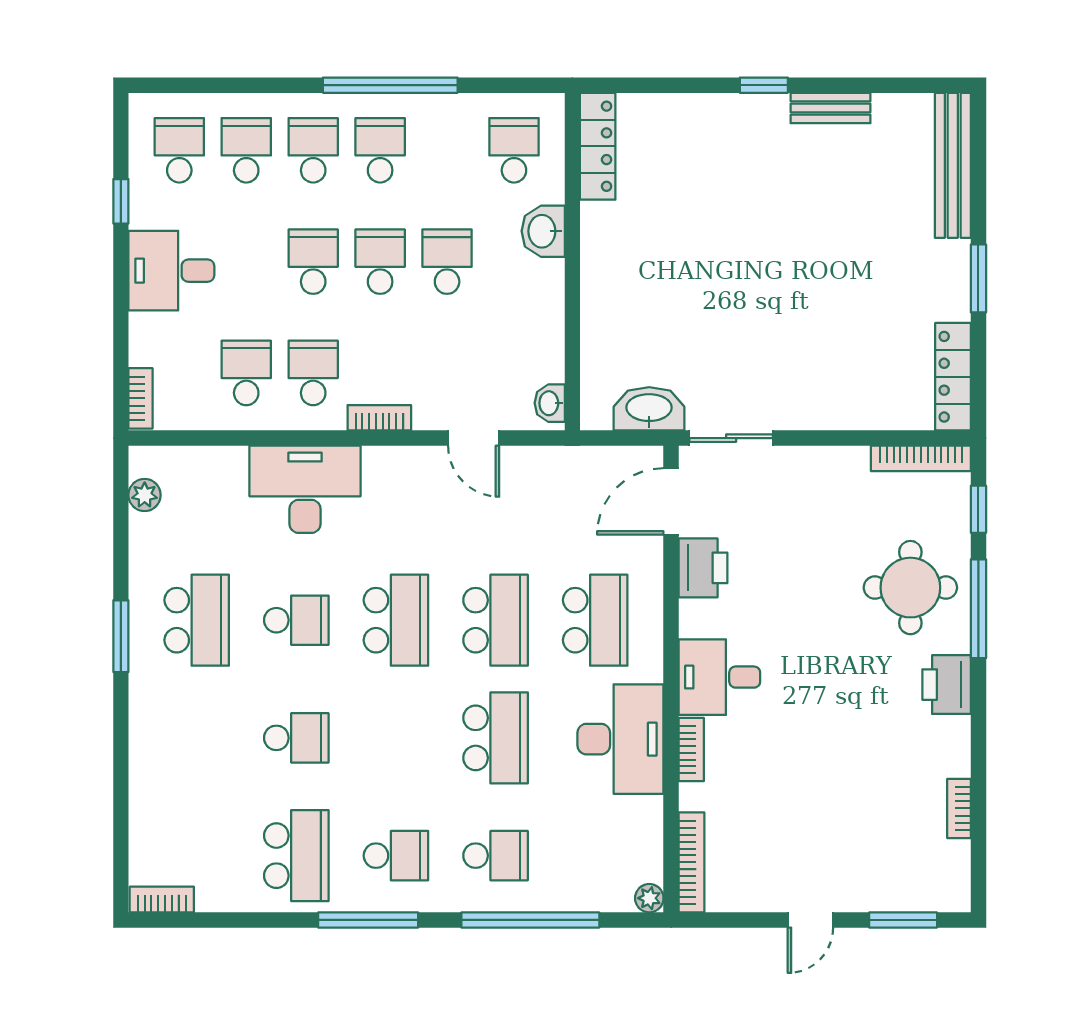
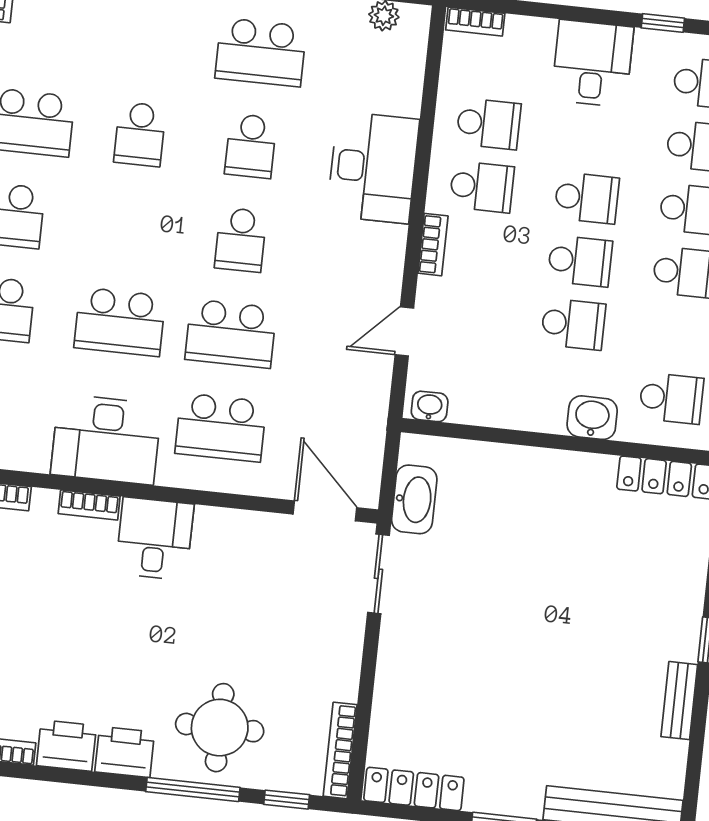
printer: (703, 568) -> (66, 746), moved, turned 180
school desk: (396, 620) -> (241, 240), width x0.54

